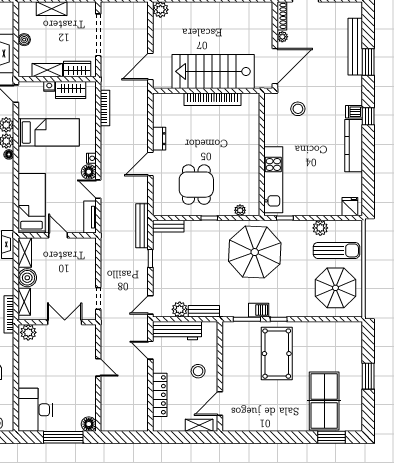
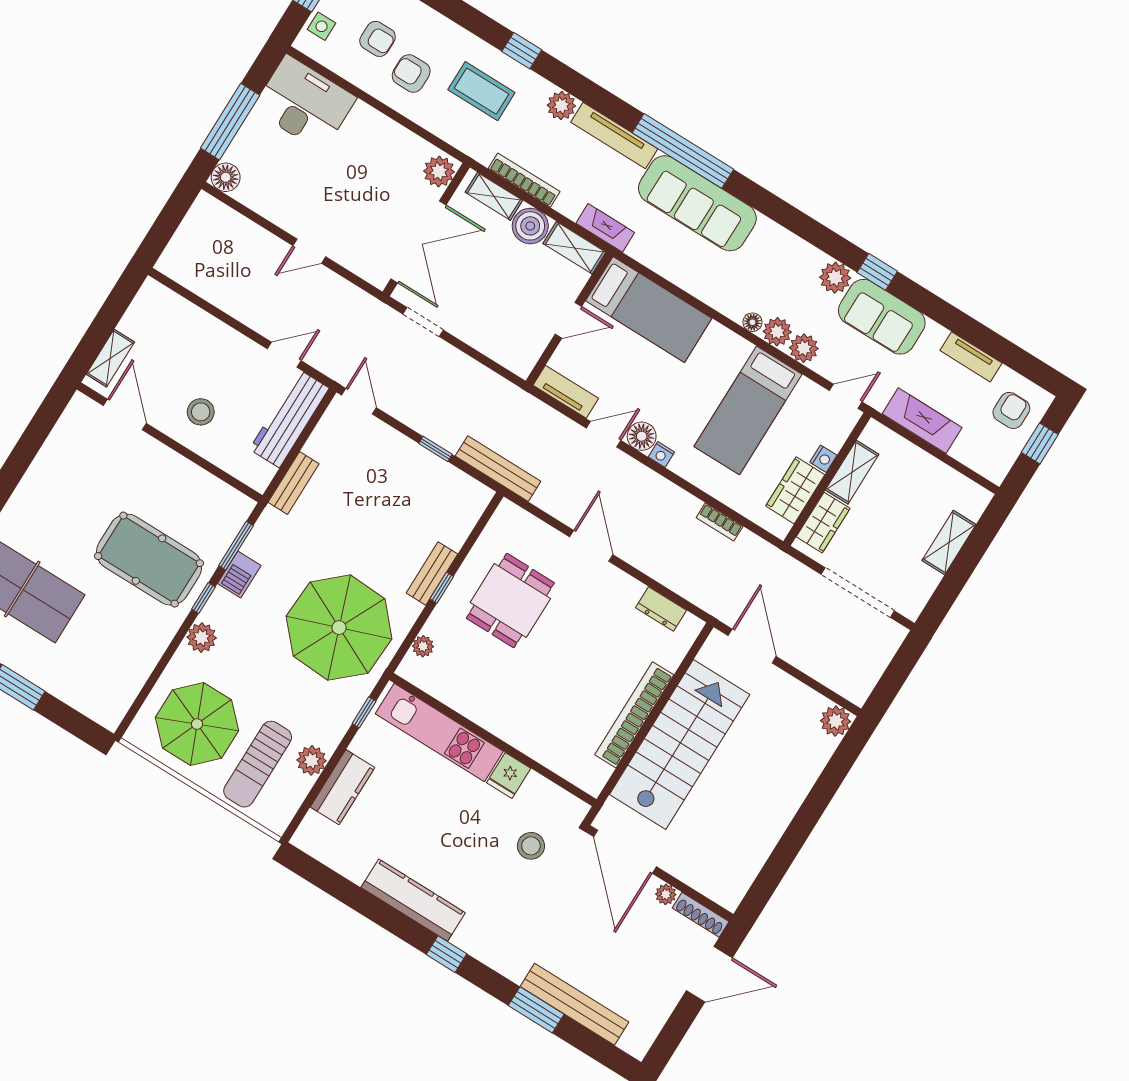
boiler: (24, 40) -> (926, 465), removed
bookcase: (105, 108) -> (720, 522), width x0.64
dishwasher: (354, 112) -> (468, 935), removed
dresser: (159, 139) -> (661, 609), moved
dining table: (196, 185) -> (510, 601), turned 90
kitchen counter: (324, 207) -> (342, 787), added
fridge: (350, 207) -> (509, 776), moved, turned 90
bench: (168, 226) -> (432, 573), moved
plant: (180, 309) -> (202, 638), moved
bookcase: (9, 314) -> (524, 180), moved
double door: (65, 322) -> (418, 242), width x1.37
locker: (160, 395) -> (201, 324), removed

